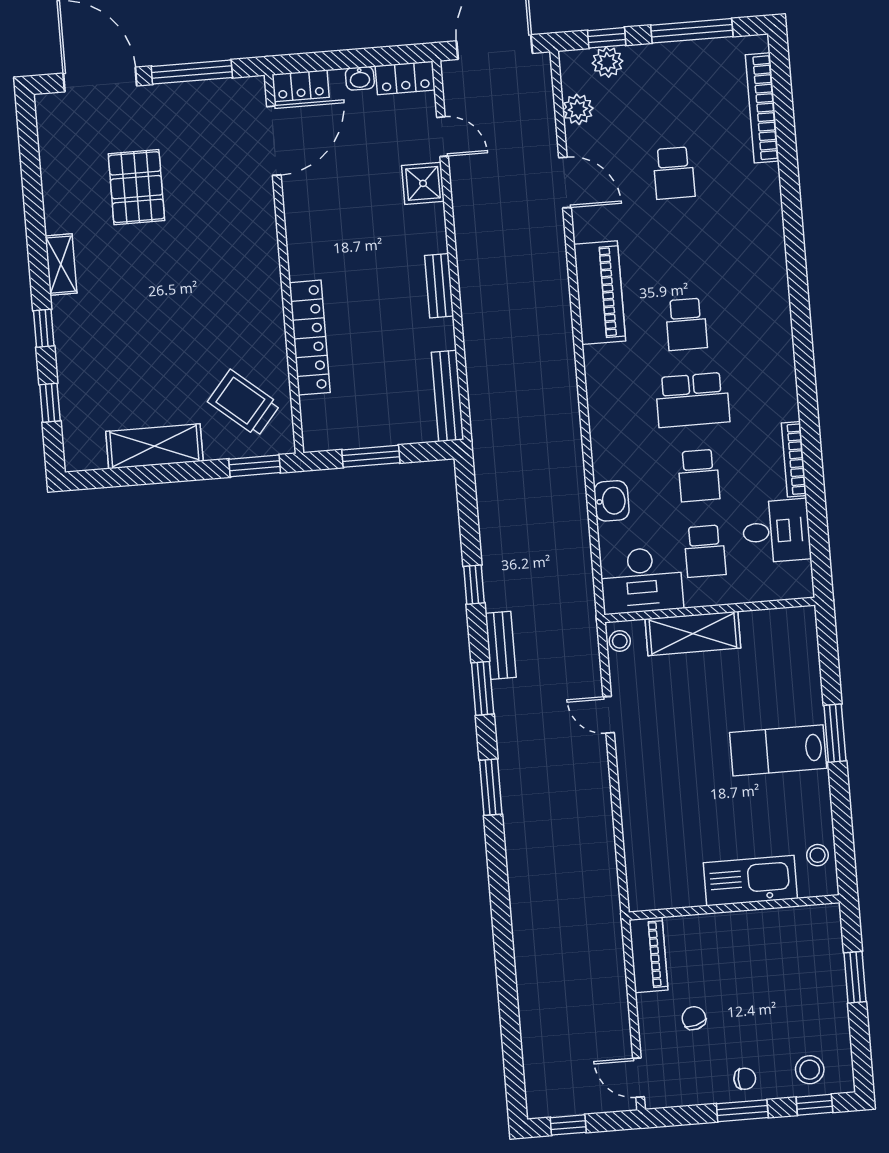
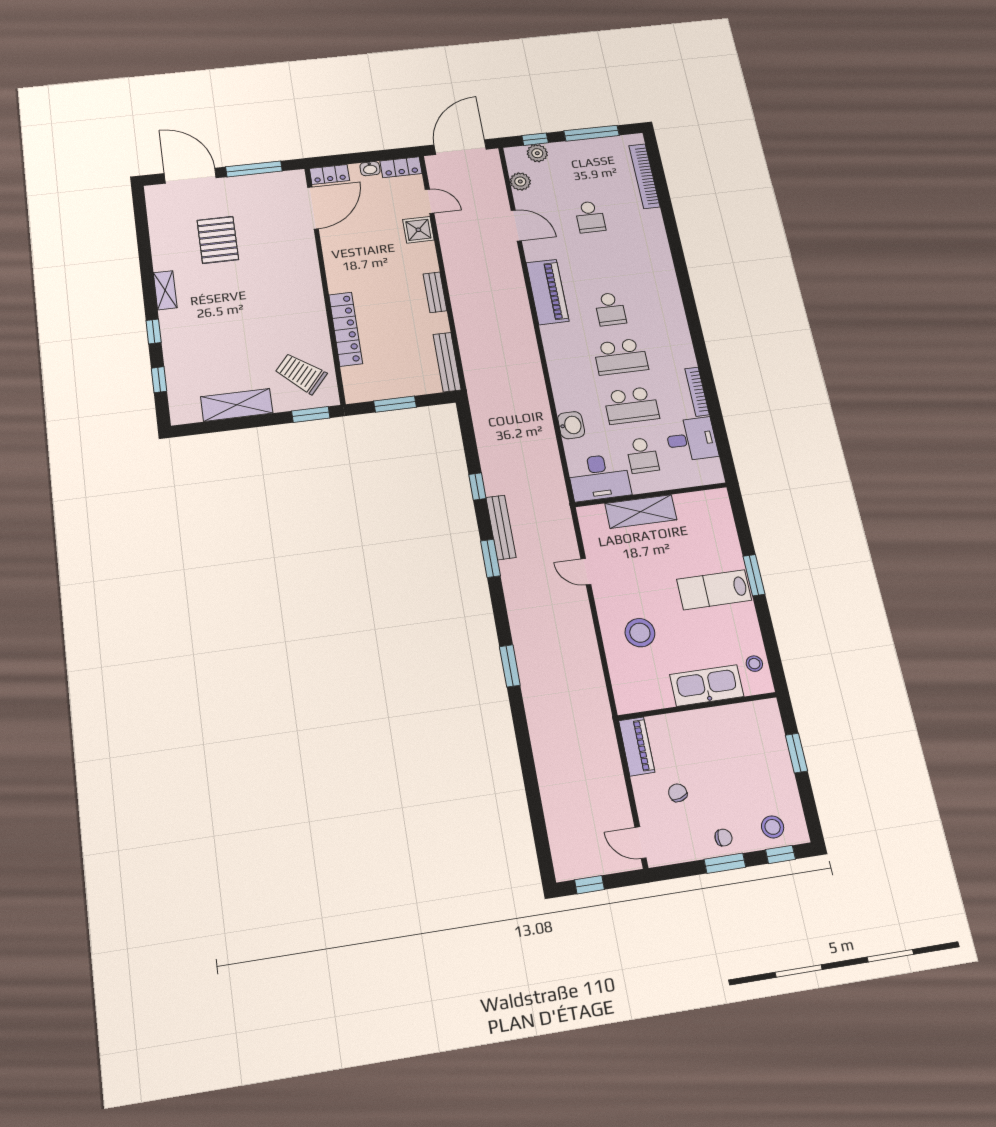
school desk: (699, 475) -> (631, 405), width x1.85
stool: (620, 641) -> (640, 633), moved, width x1.89, depth x1.89
bench: (501, 645) -> (501, 527), width x1.36
window: (491, 787) -> (510, 666), moved

